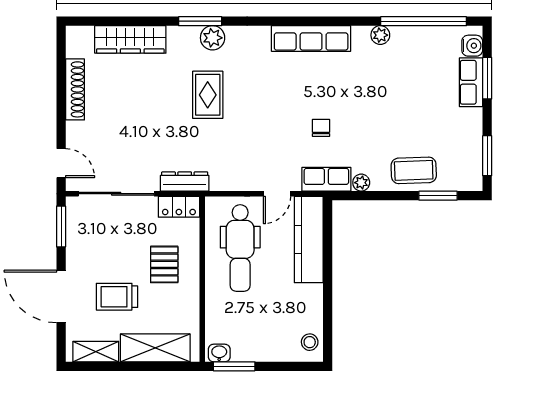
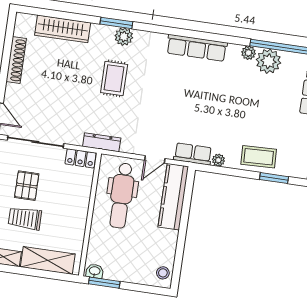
plant: (408, 42) -> (268, 61), added
chair: (321, 128) -> (194, 115), removed
dresser: (185, 182) -> (102, 142), moved
pallet: (164, 264) -> (27, 186), moved

